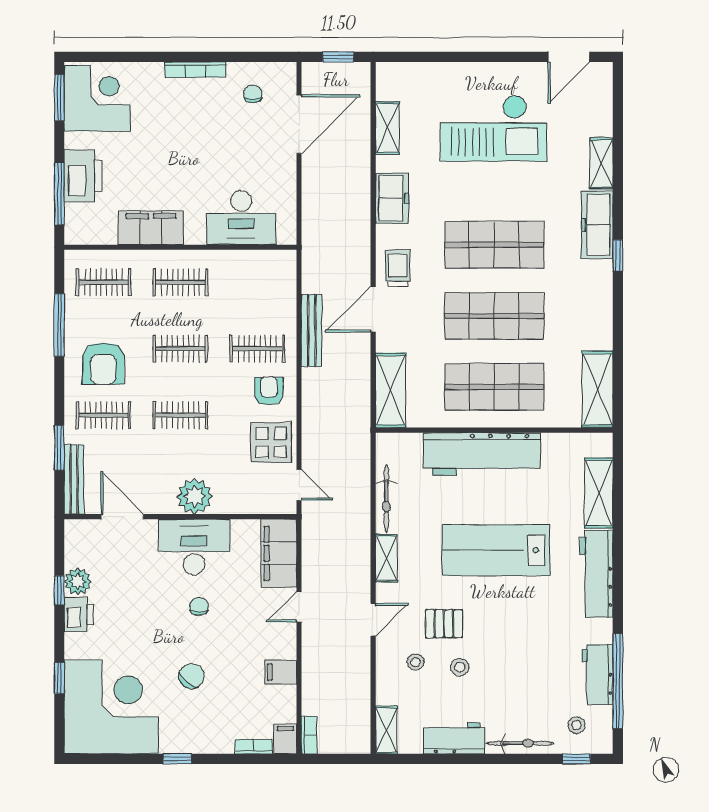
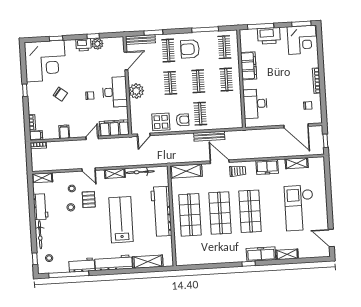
shelving: (598, 389) -> (192, 259), removed
door: (299, 607) -> (92, 138), hinge flipped
workbench: (597, 675) -> (82, 265), moved

